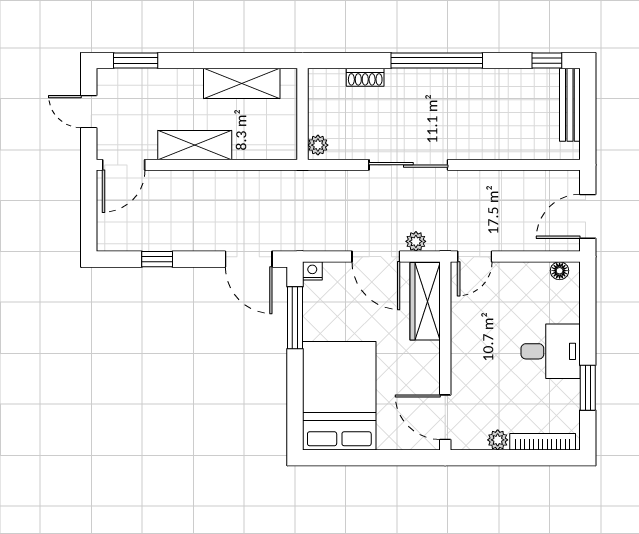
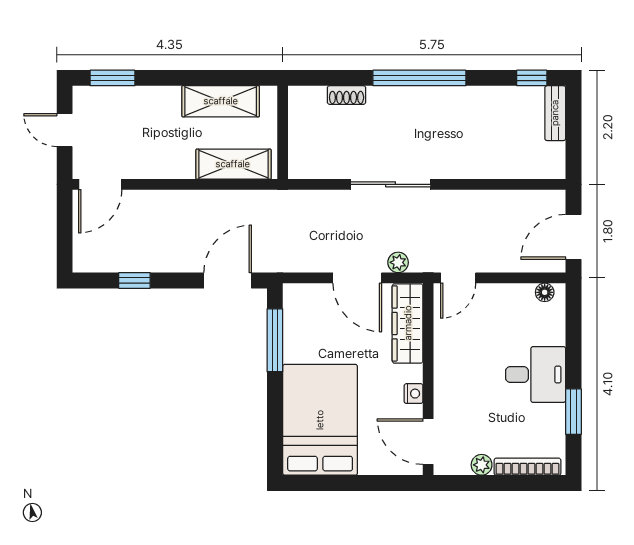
bench: (570, 105) -> (555, 113), width x0.73
shelving: (195, 145) -> (233, 164), moved
plant: (318, 145) -> (298, 164), removed
door: (249, 259) -> (228, 280), swing flipped
nightstand: (312, 271) -> (414, 394), moved, turned 90

